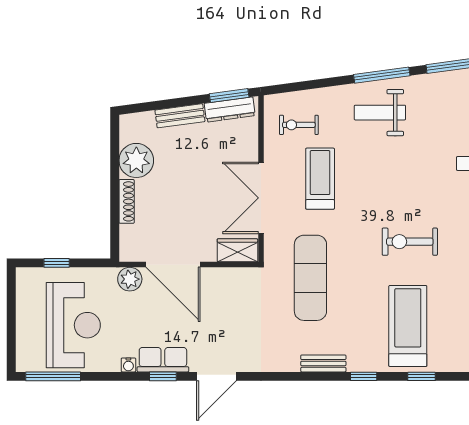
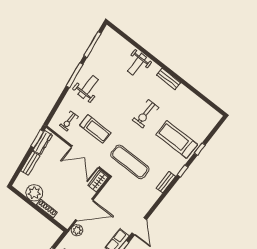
weight bench: (380, 113) -> (88, 87), turned 180
treadmill: (320, 179) -> (95, 129), turned 180

